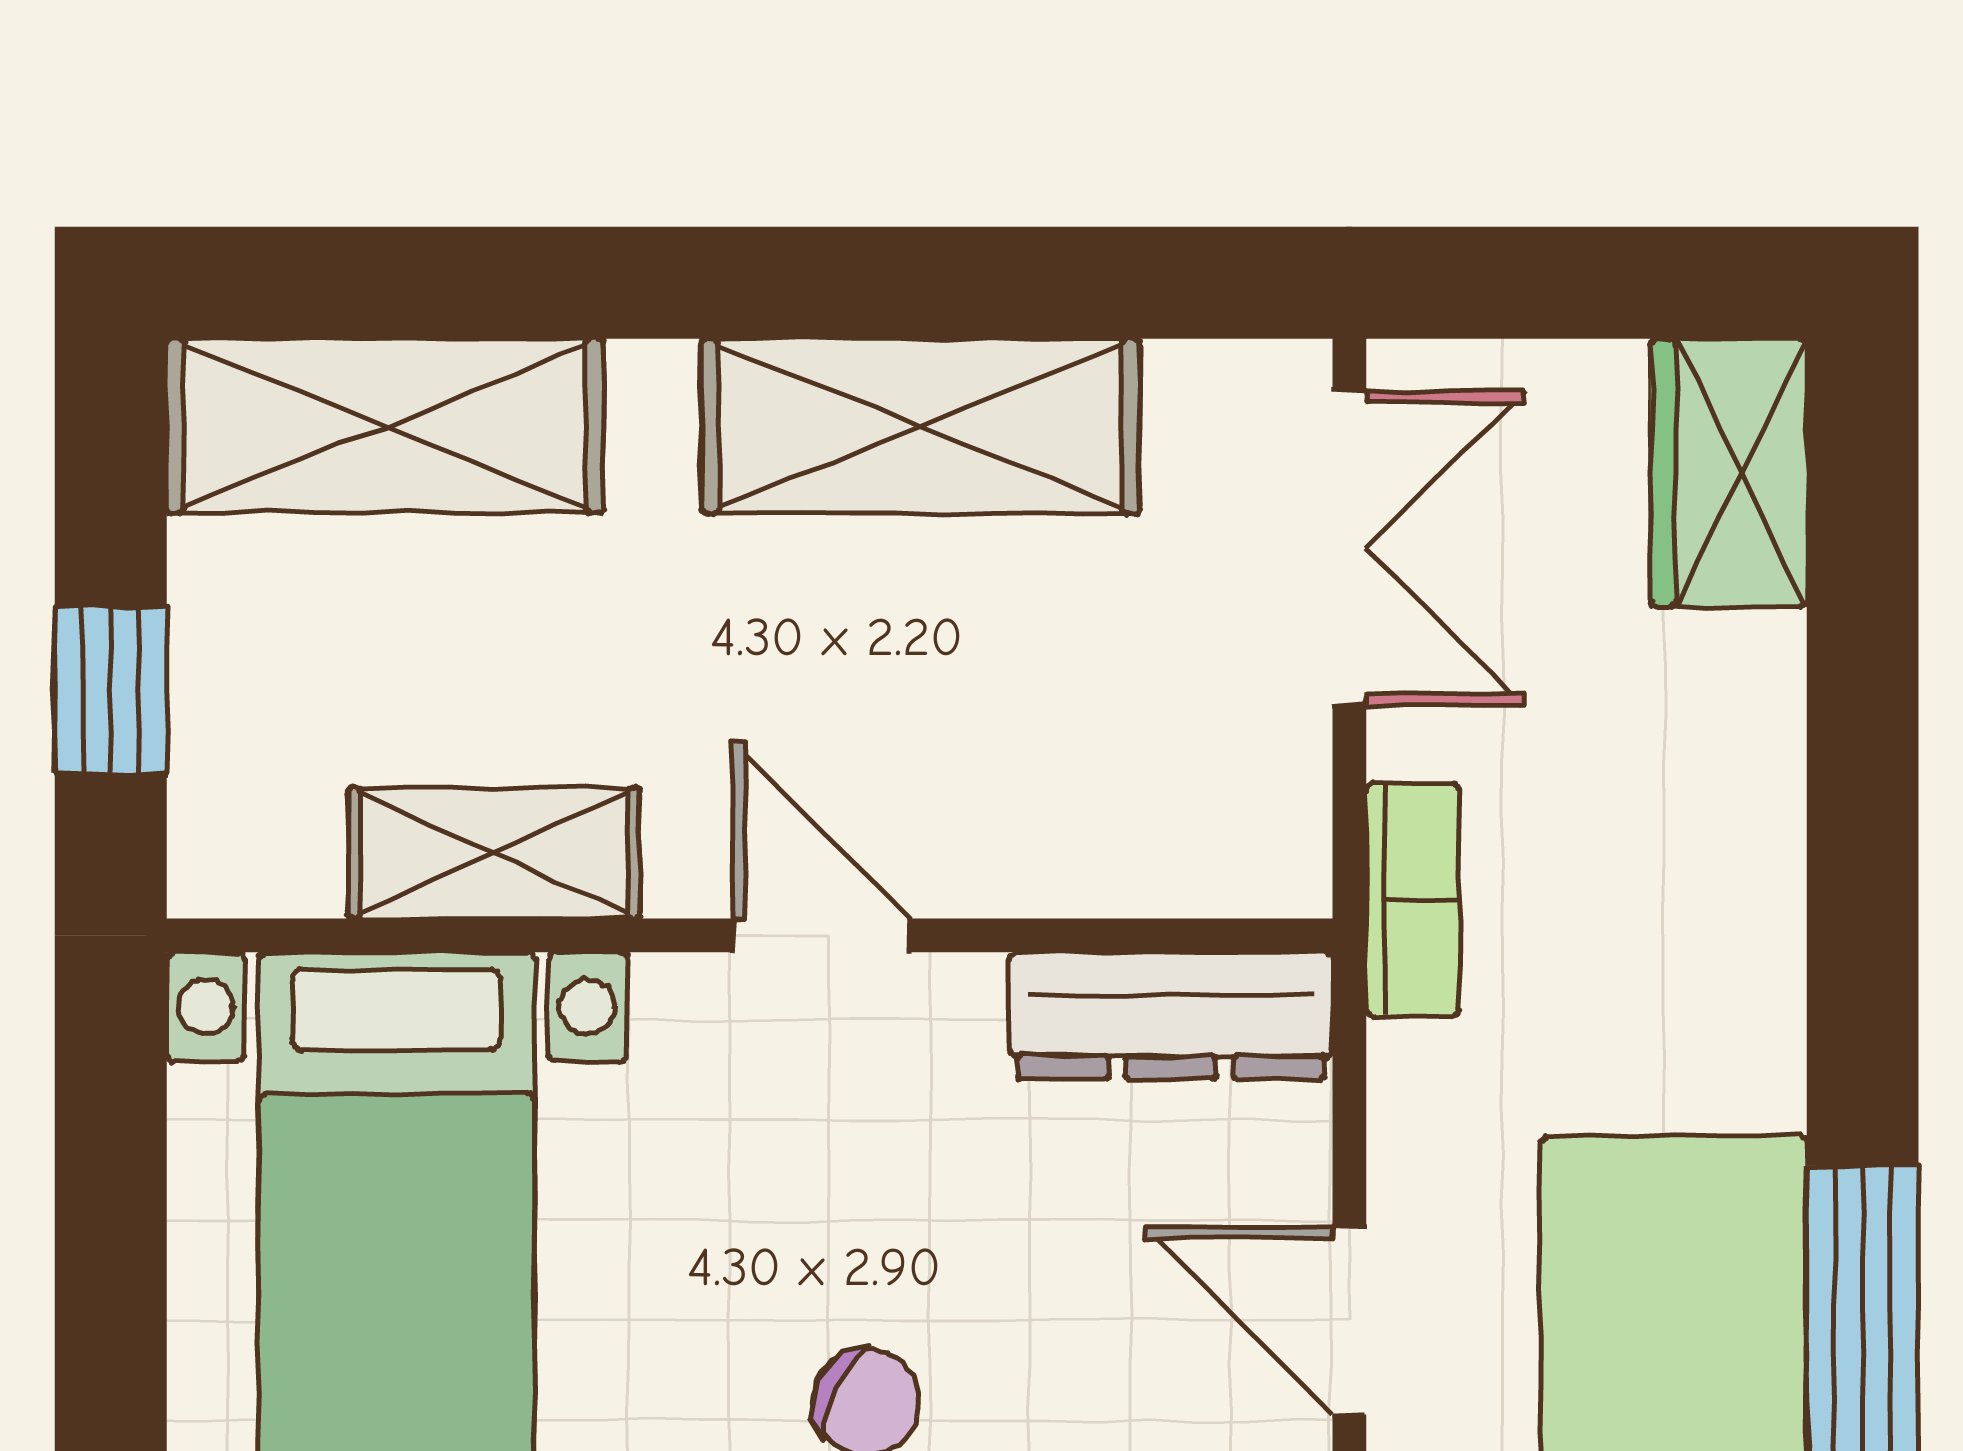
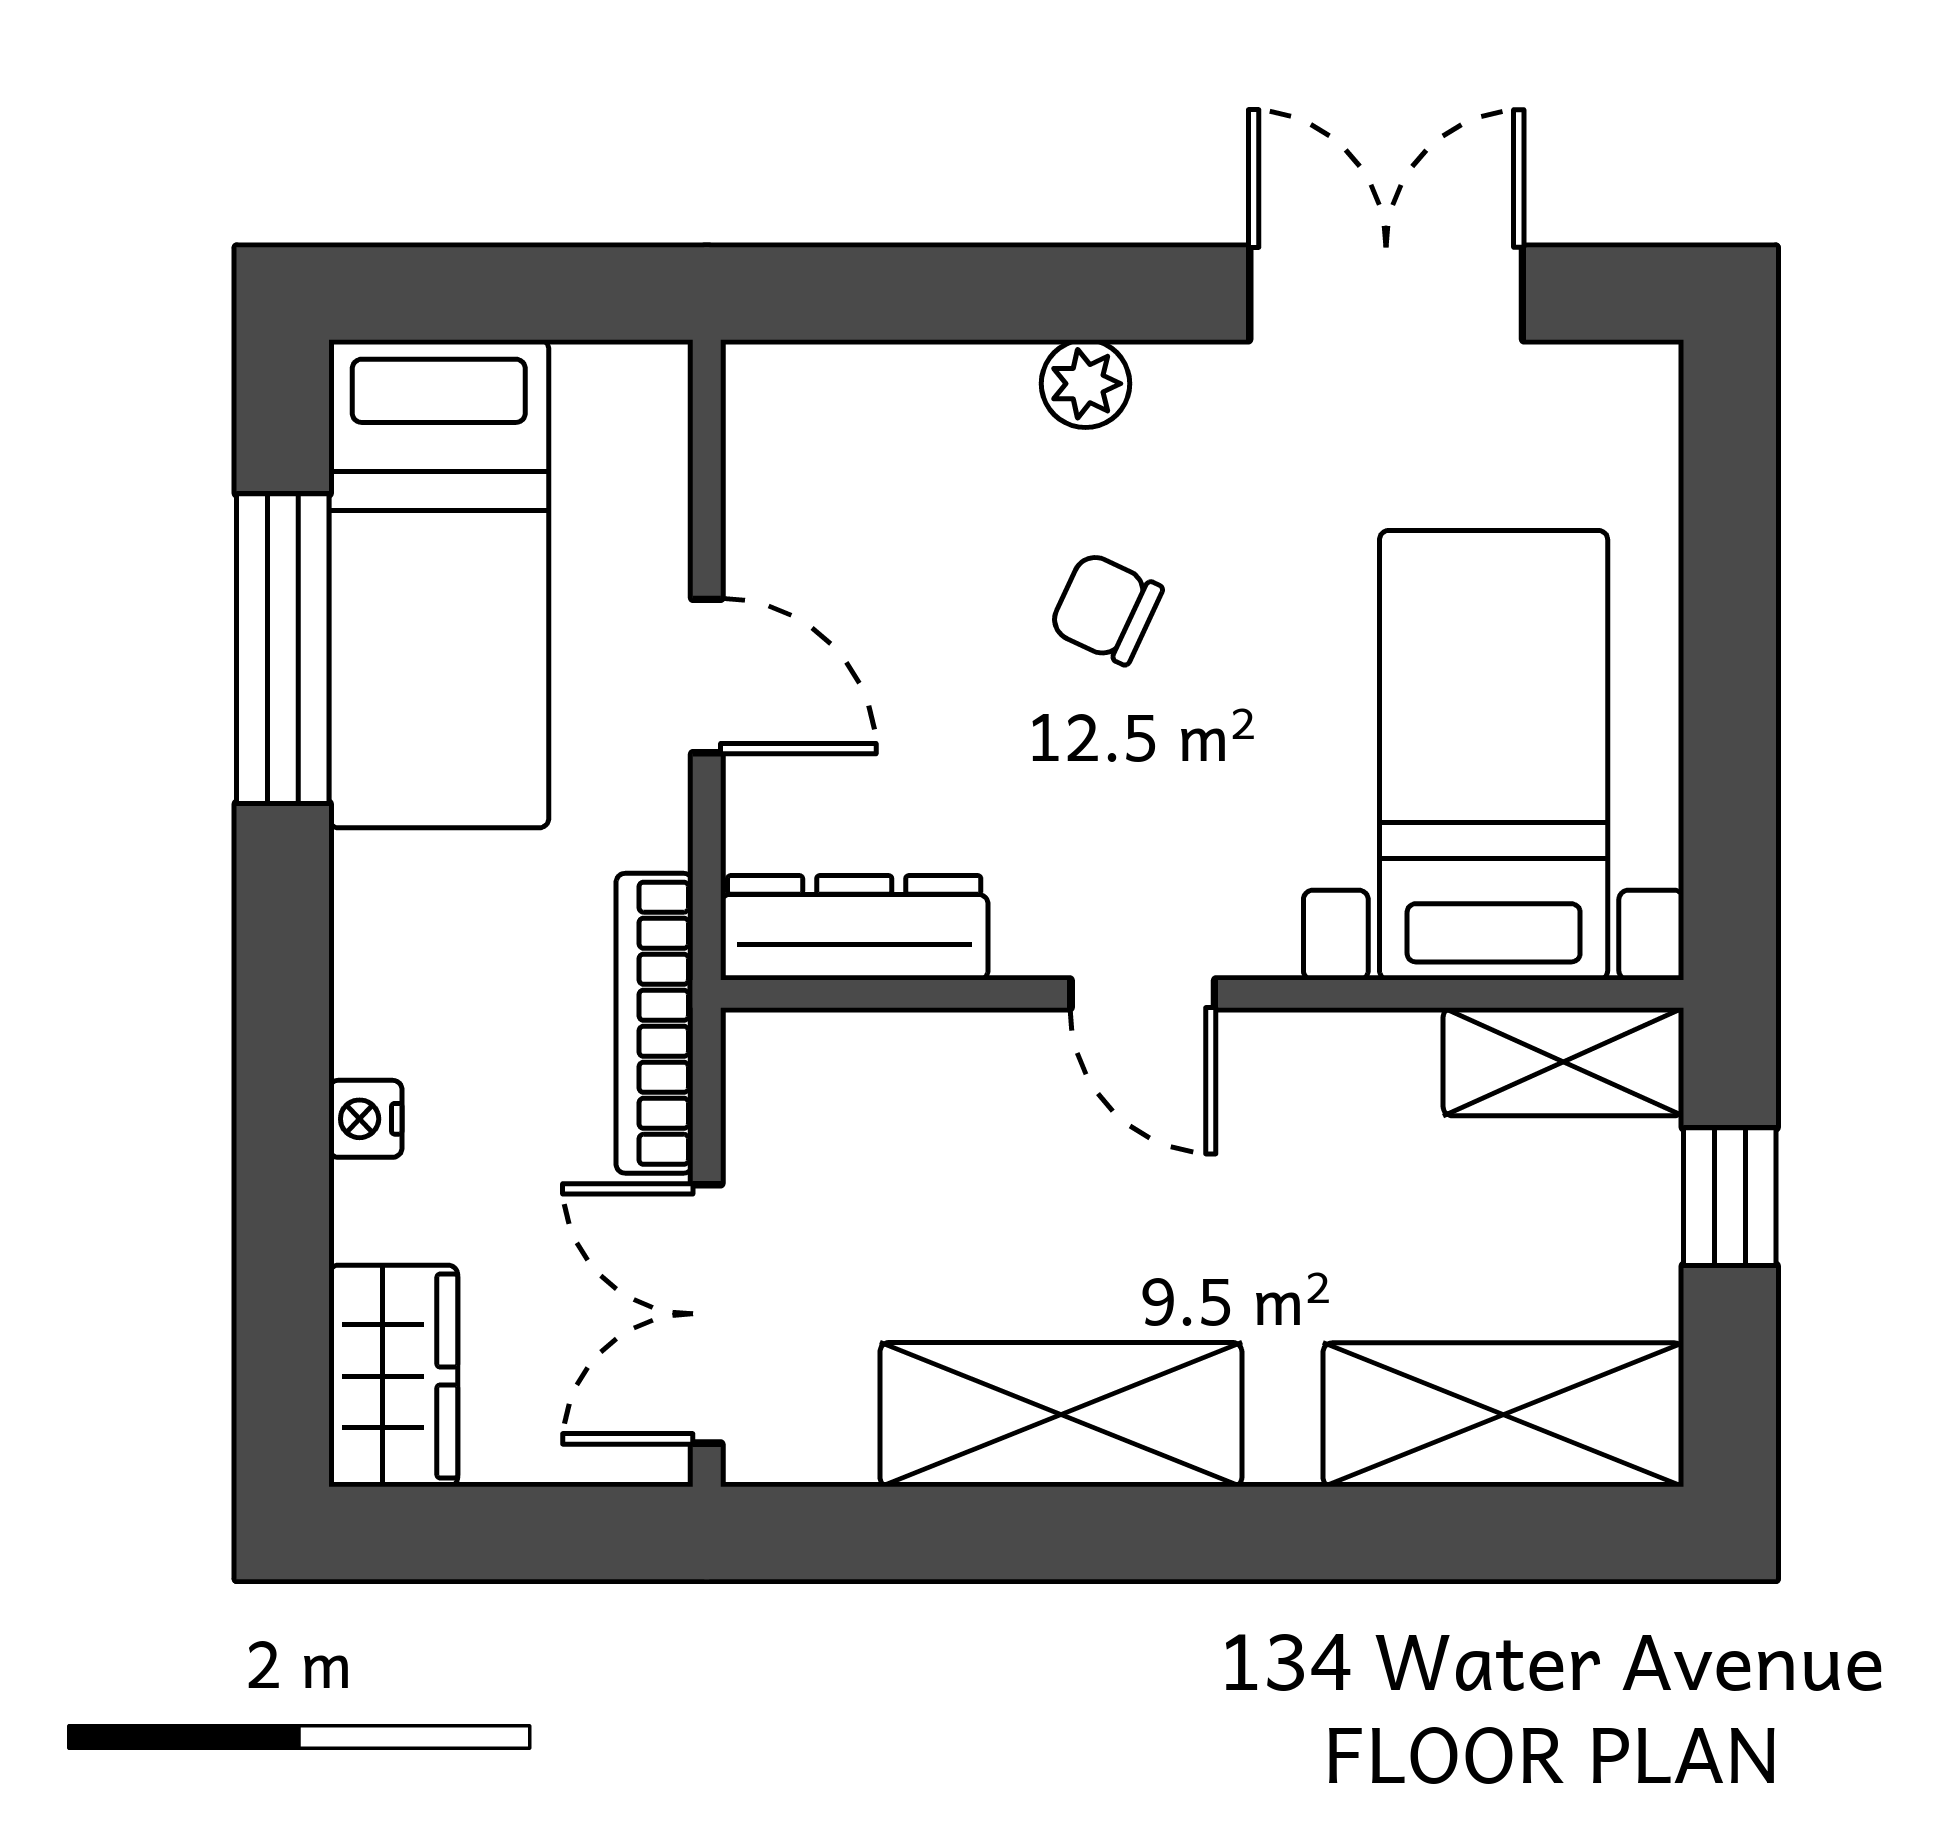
nightstand: (1763, 784) -> (365, 1119), added
shelving: (494, 853) -> (1563, 1062), moved
bookcase: (1413, 900) -> (654, 1023), width x1.56

